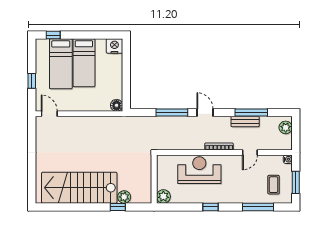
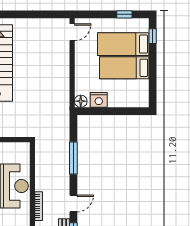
nightstand: (114, 46) -> (99, 100), moved, turned 90
window: (32, 81) -> (124, 14), moved
door: (205, 113) -> (73, 203), moved

